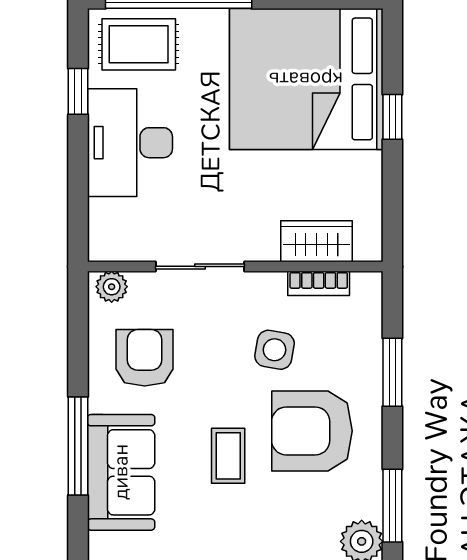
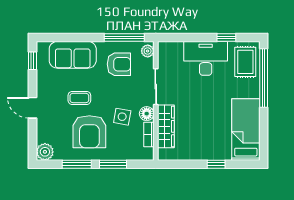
bed: (306, 79) -> (246, 129), width x0.49
wardrobe: (317, 241) -> (166, 126), width x1.50
floor lamp: (267, 289) -> (147, 114), added
armchair: (312, 431) -> (89, 132), turned 180
window: (78, 446) -> (124, 37), moved
window: (392, 506) -> (77, 164), moved

